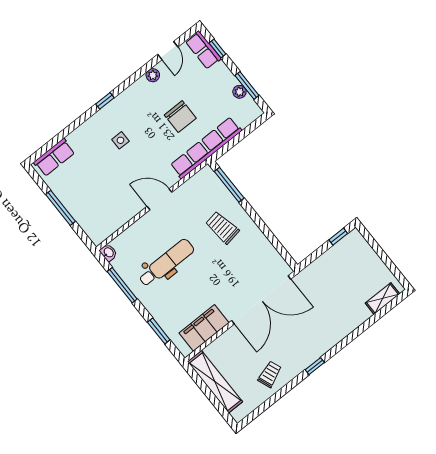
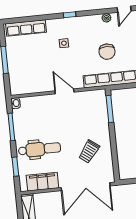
row of seats: (54, 157) -> (26, 28), width x1.48
trolley: (222, 228) -> (89, 152), moved, turned -134
dental chair: (166, 263) -> (39, 149), moved

